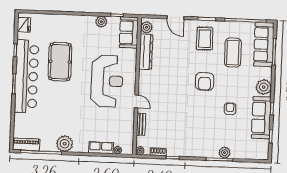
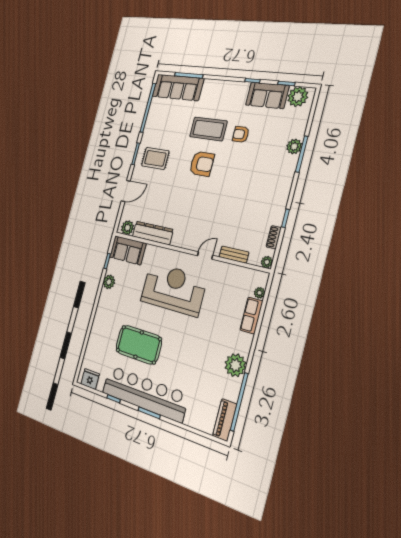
coffee table: (233, 53) -> (208, 129), moved
plant: (264, 87) -> (298, 97), moved
sofa: (261, 118) -> (267, 95), width x0.73

